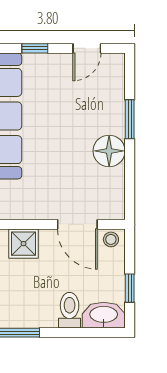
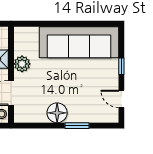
plant: (31, 207) -> (22, 64), added

